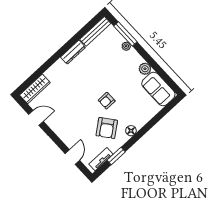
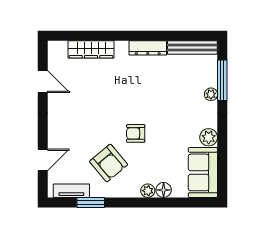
wardrobe: (35, 89) -> (91, 49), moved
plant: (139, 124) -> (148, 191), added
armchair: (107, 128) -> (109, 163), turned -92
floor lamp: (131, 131) -> (164, 190), moved

